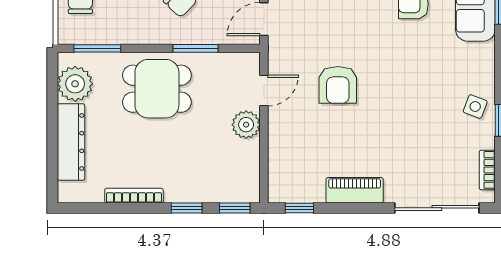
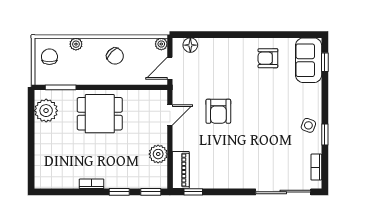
window: (196, 48) -> (125, 87), removed
plant: (246, 125) -> (158, 154), moved
dresser: (71, 142) -> (43, 149), removed
piano: (355, 190) -> (181, 170), moved, turned 90
bookcase: (134, 196) -> (92, 184), width x0.64

